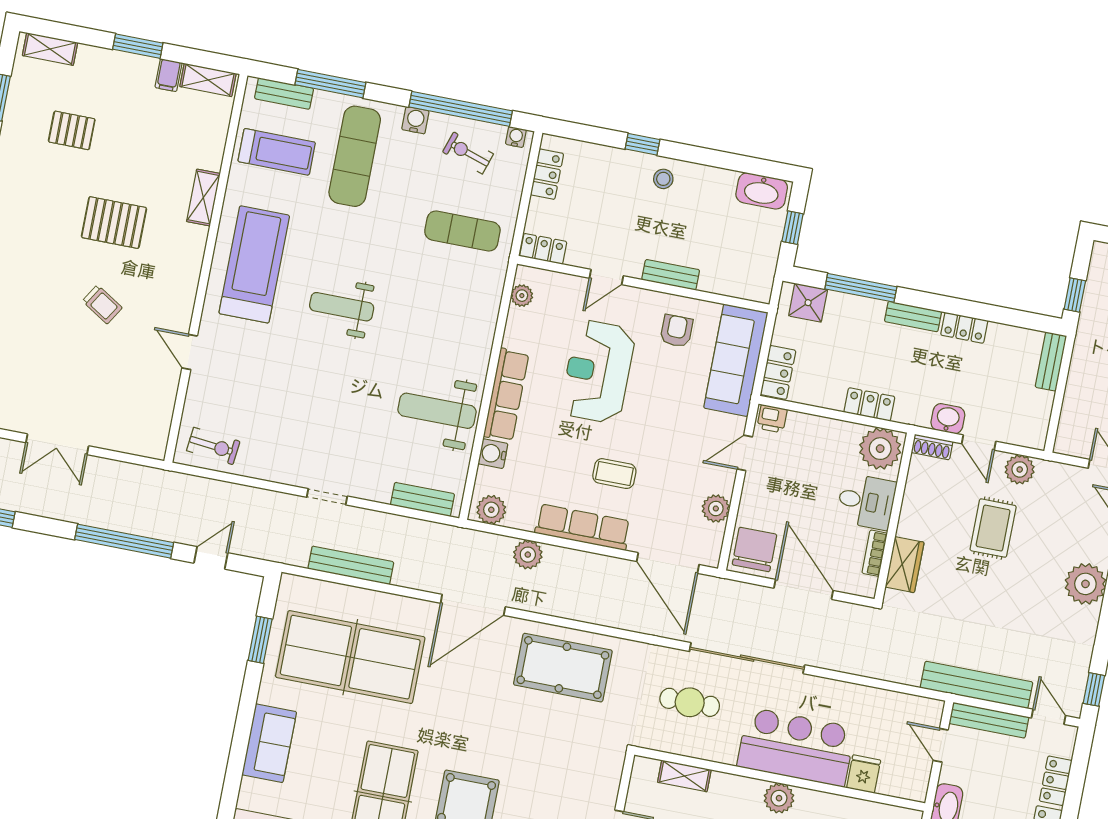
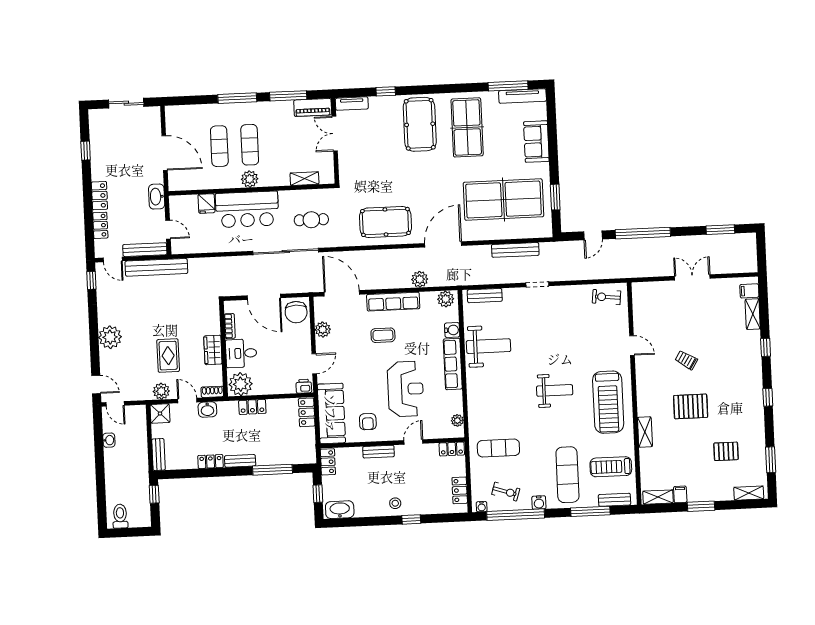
locker: (762, 278) -> (328, 462), added
shower: (808, 303) -> (160, 413), moved
wardrobe: (905, 565) -> (213, 350), moved

